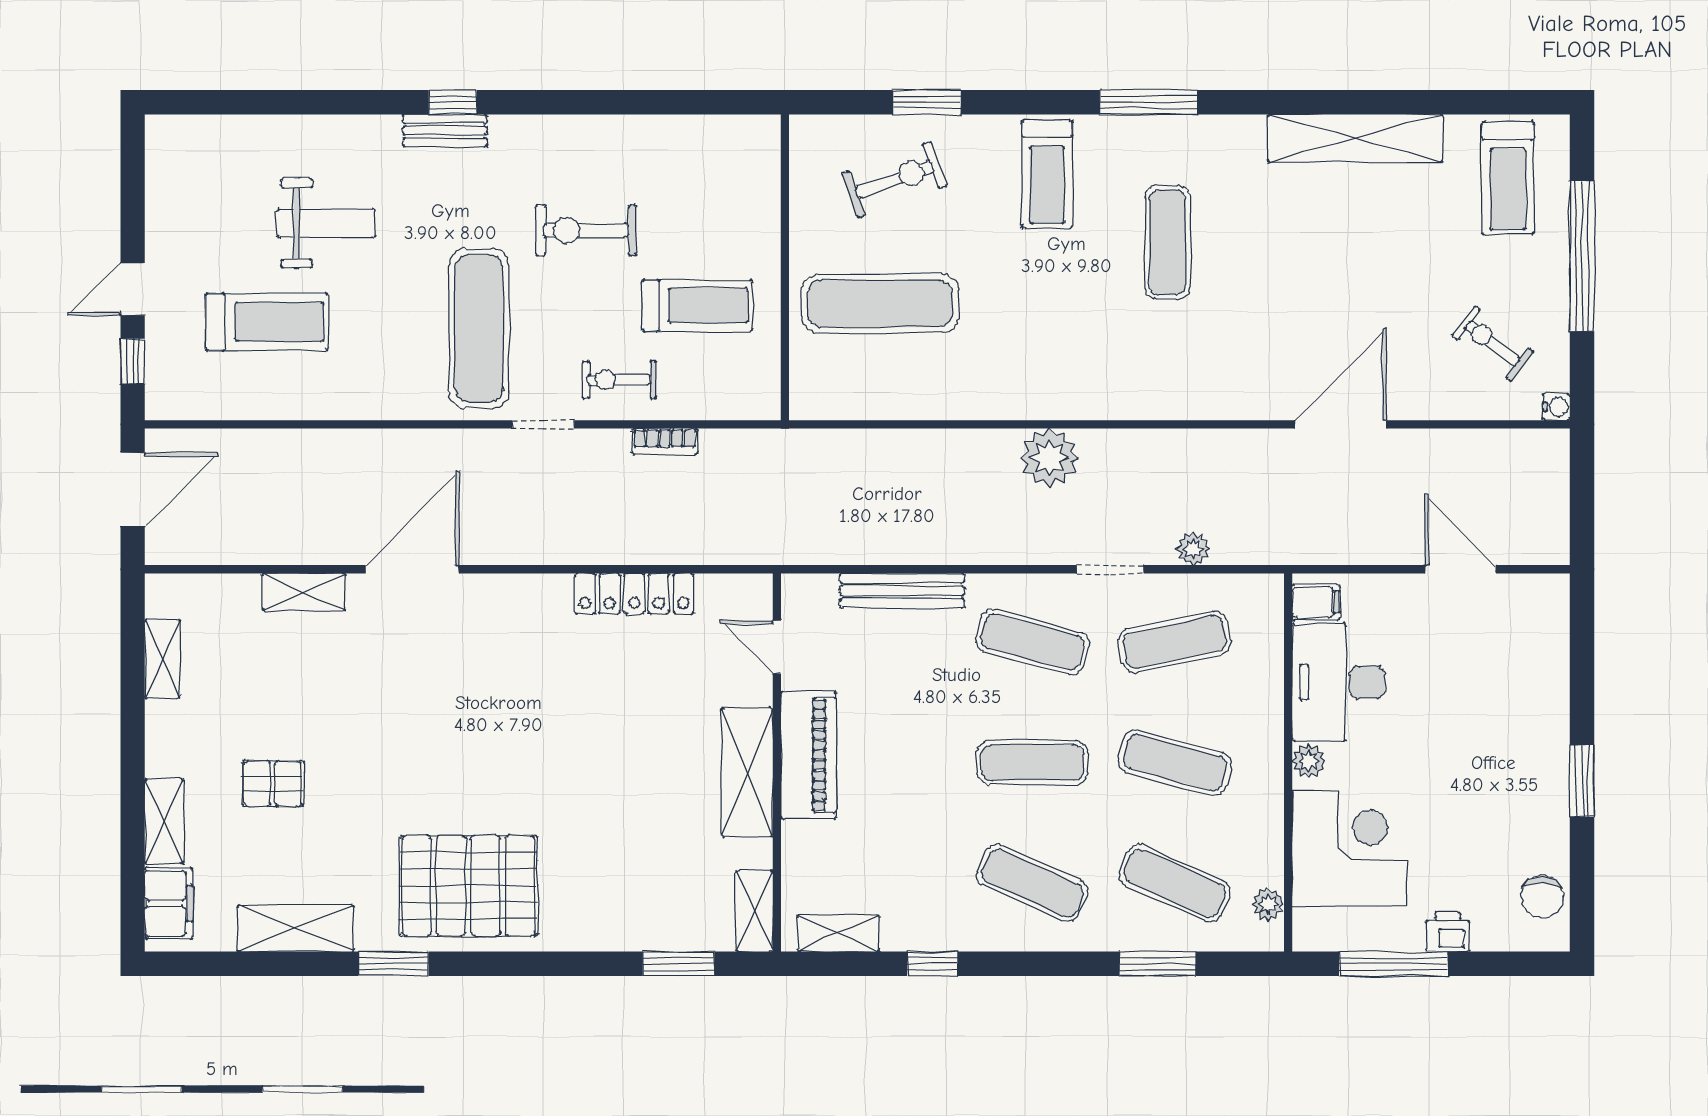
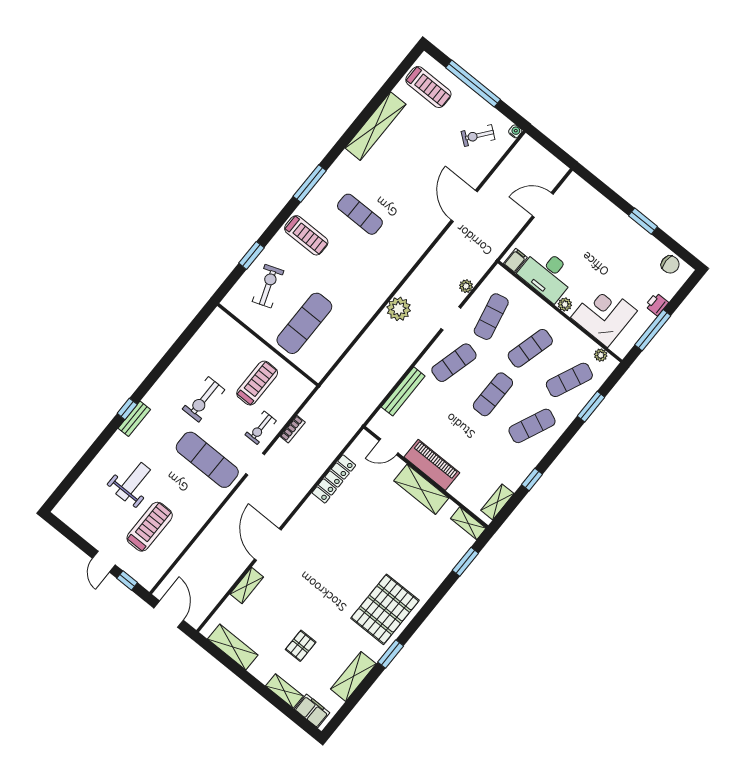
shelving: (162, 659) -> (233, 647), width x1.50, depth x1.33

